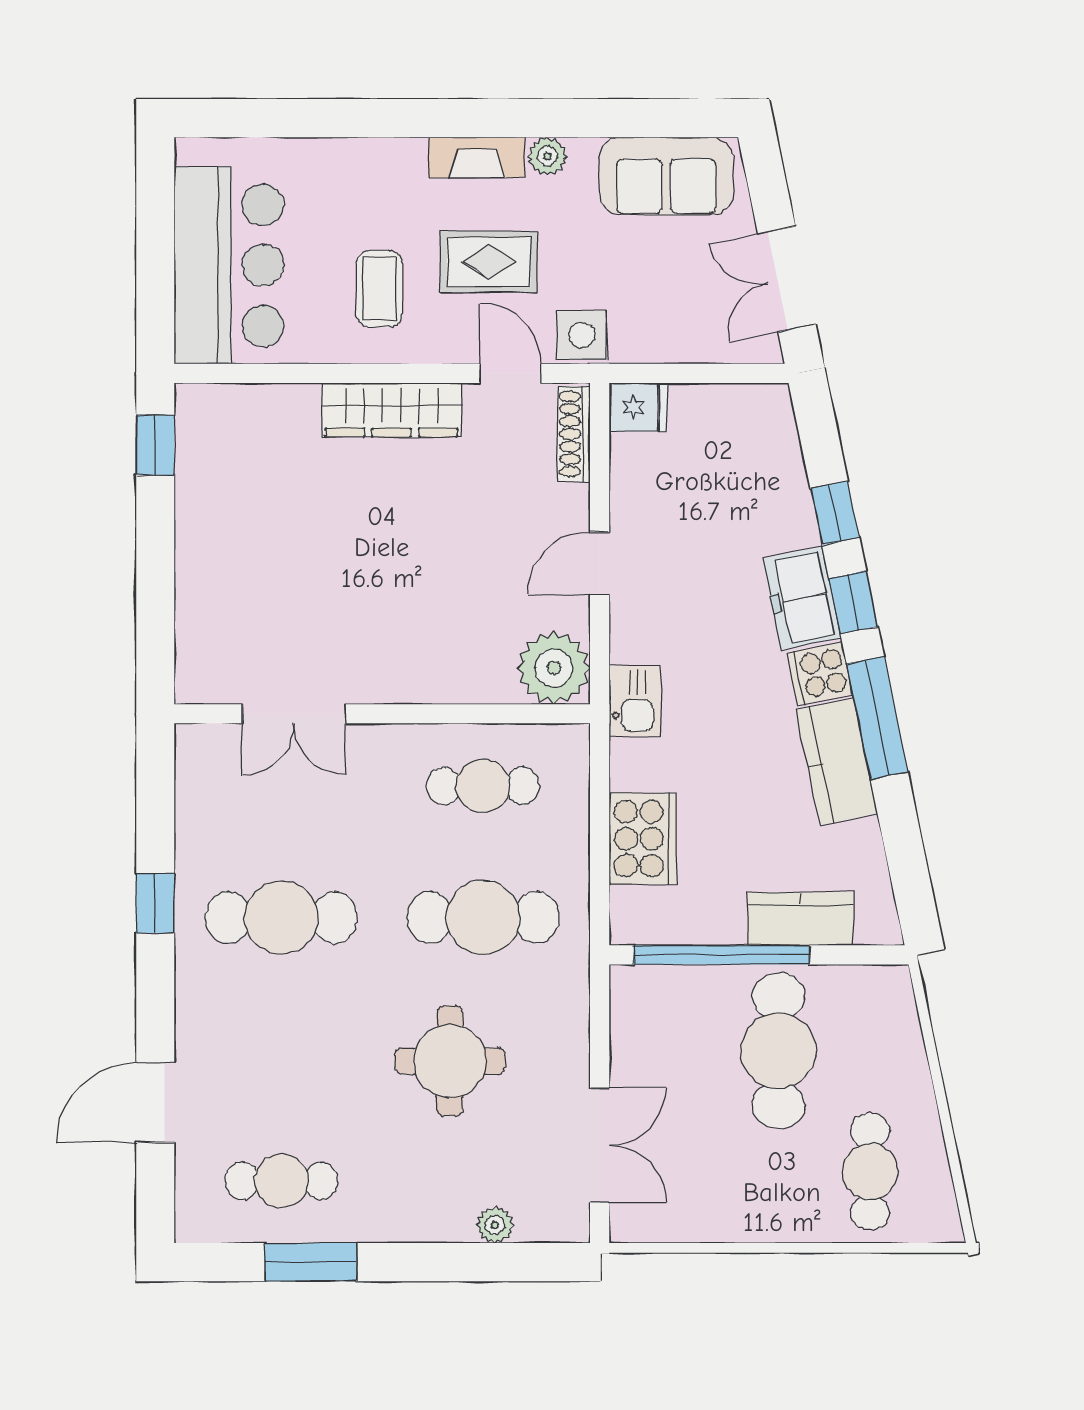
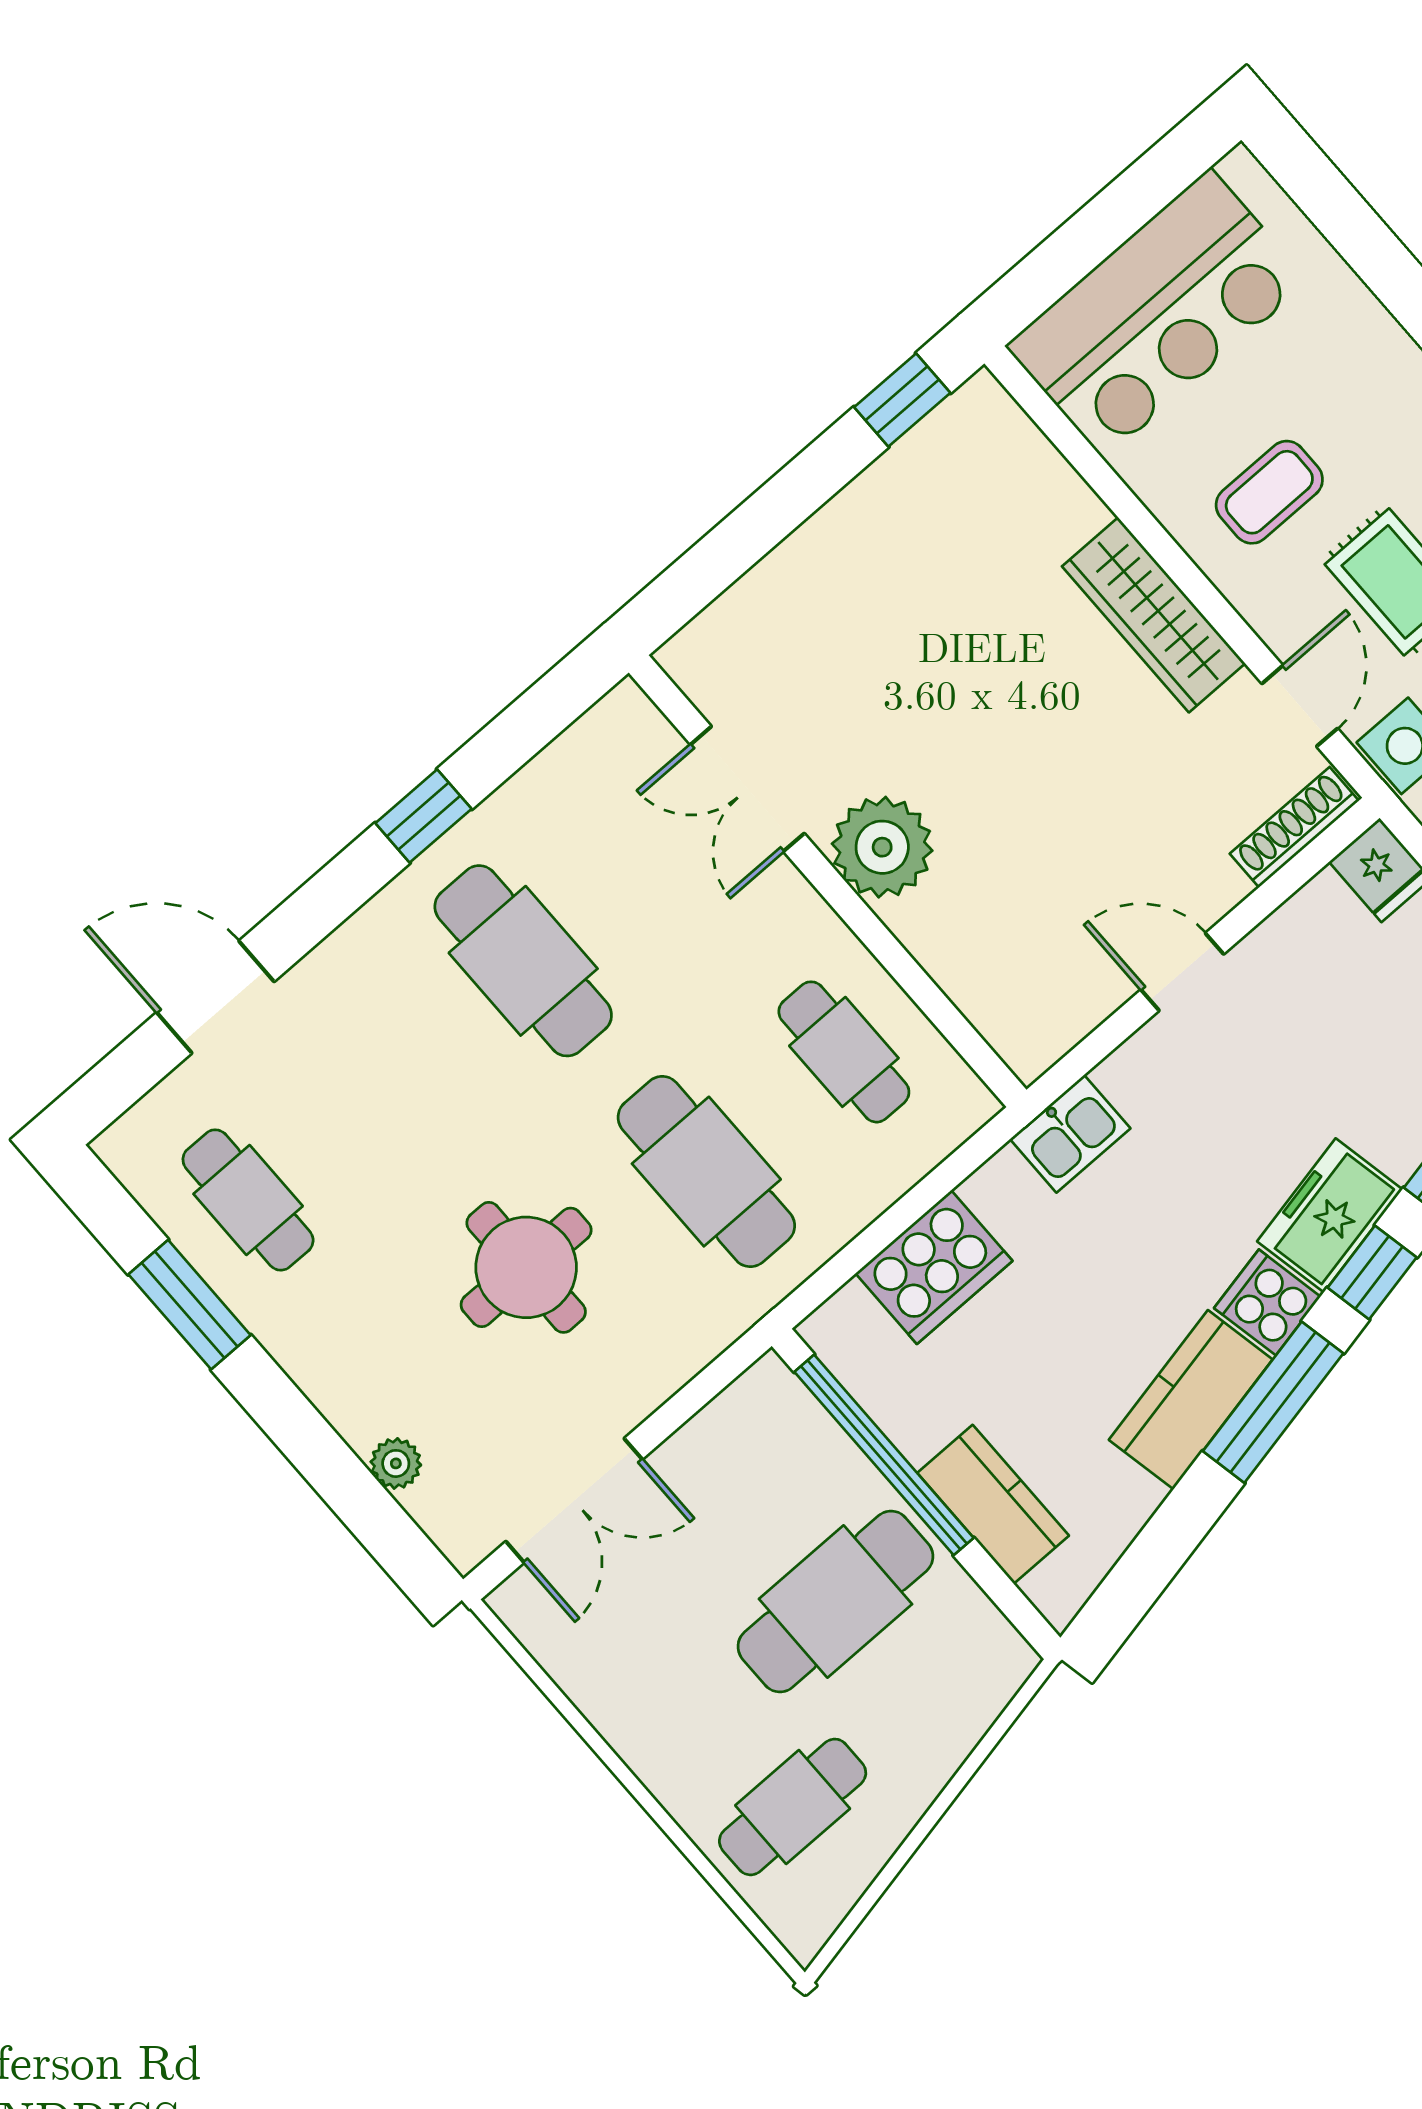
plant: (554, 668) -> (882, 847), moved

